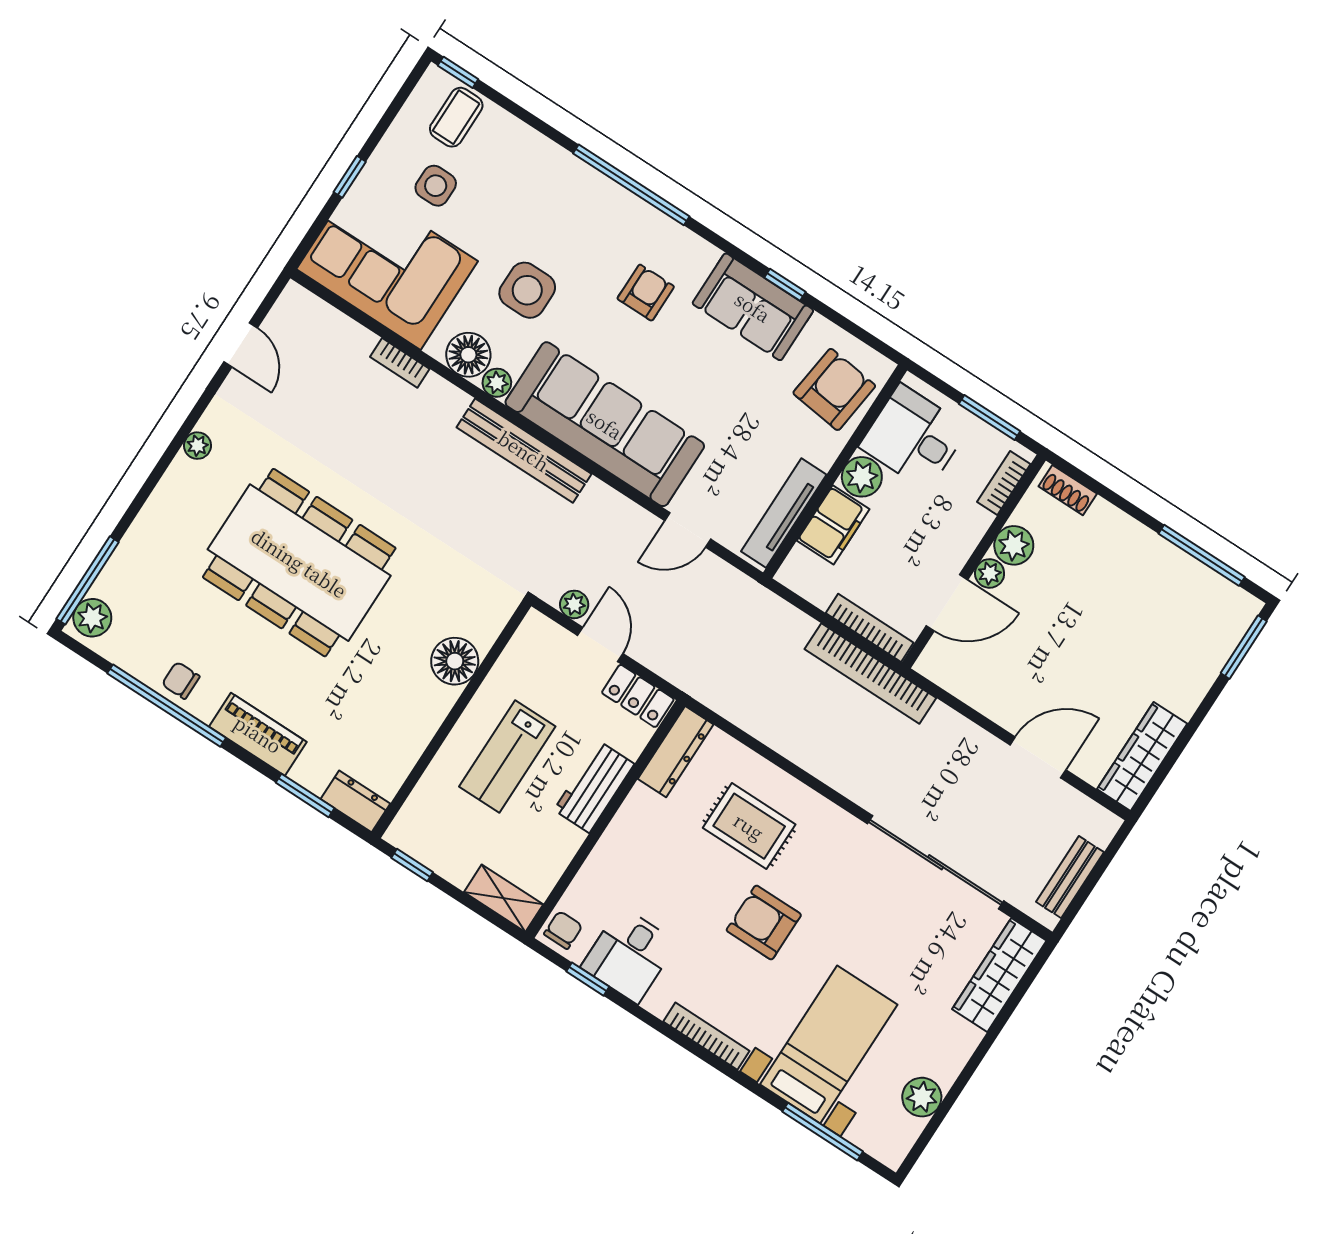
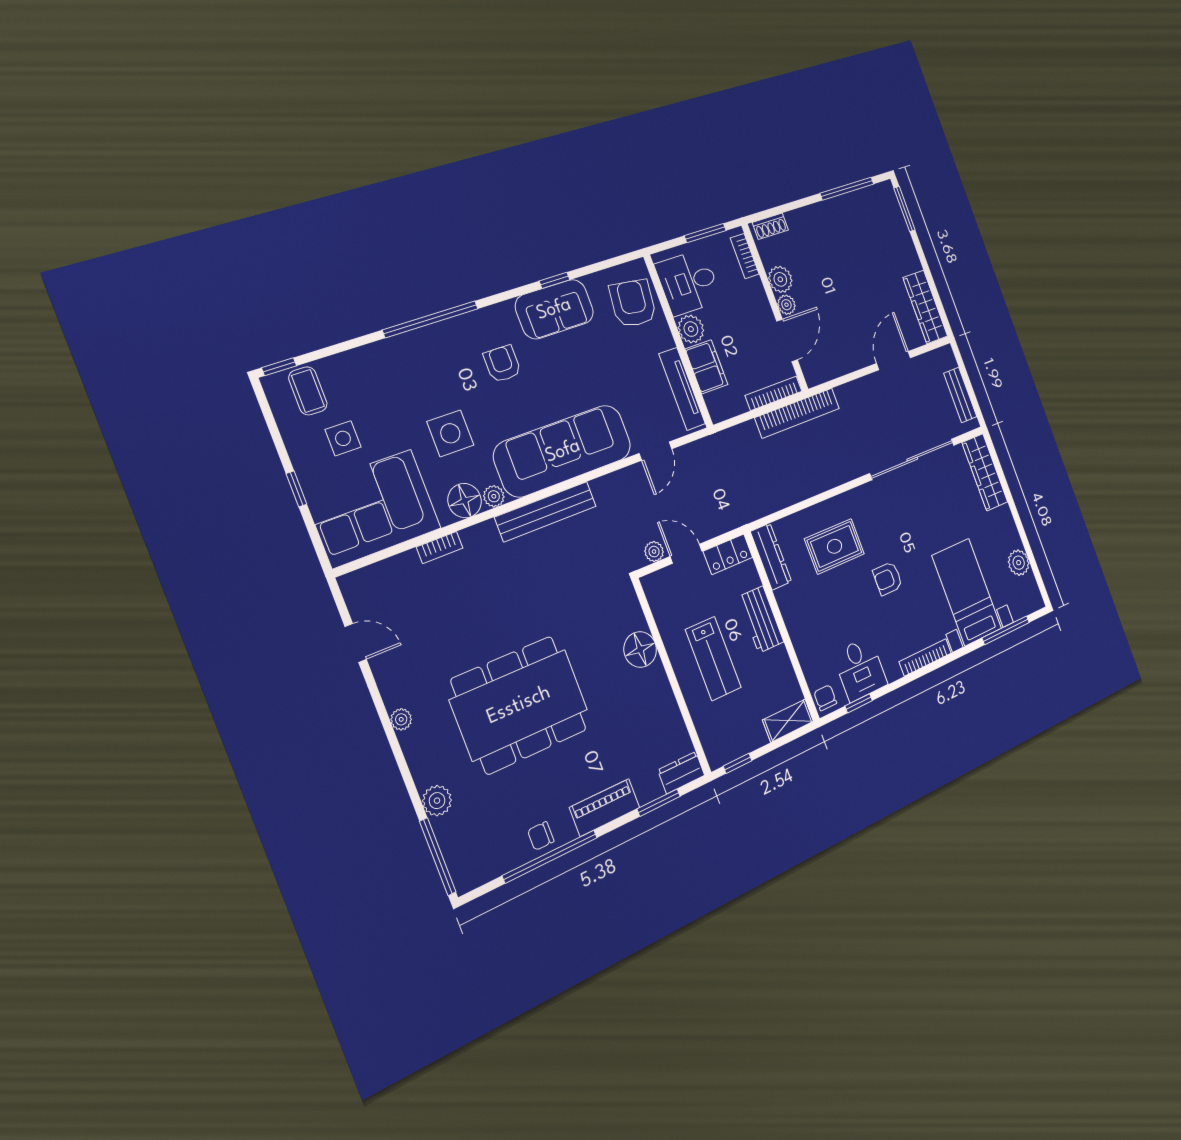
plant: (92, 618) -> (437, 801), moved
armchair: (764, 922) -> (888, 578), width x0.72, depth x0.72

